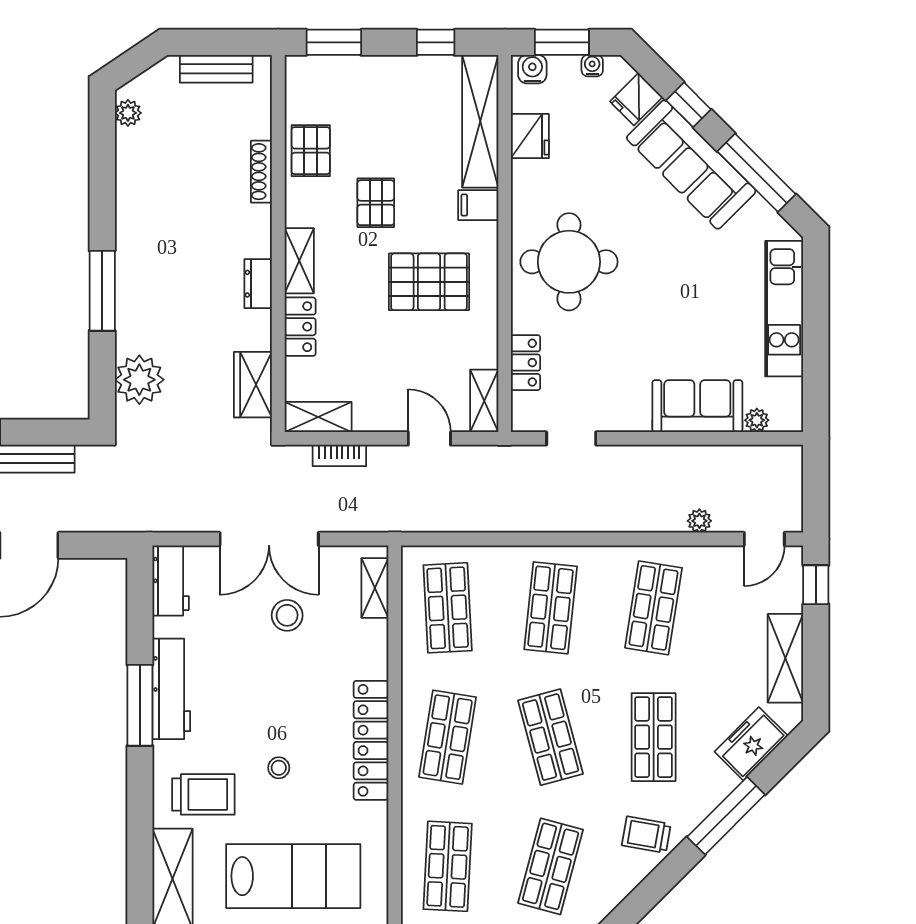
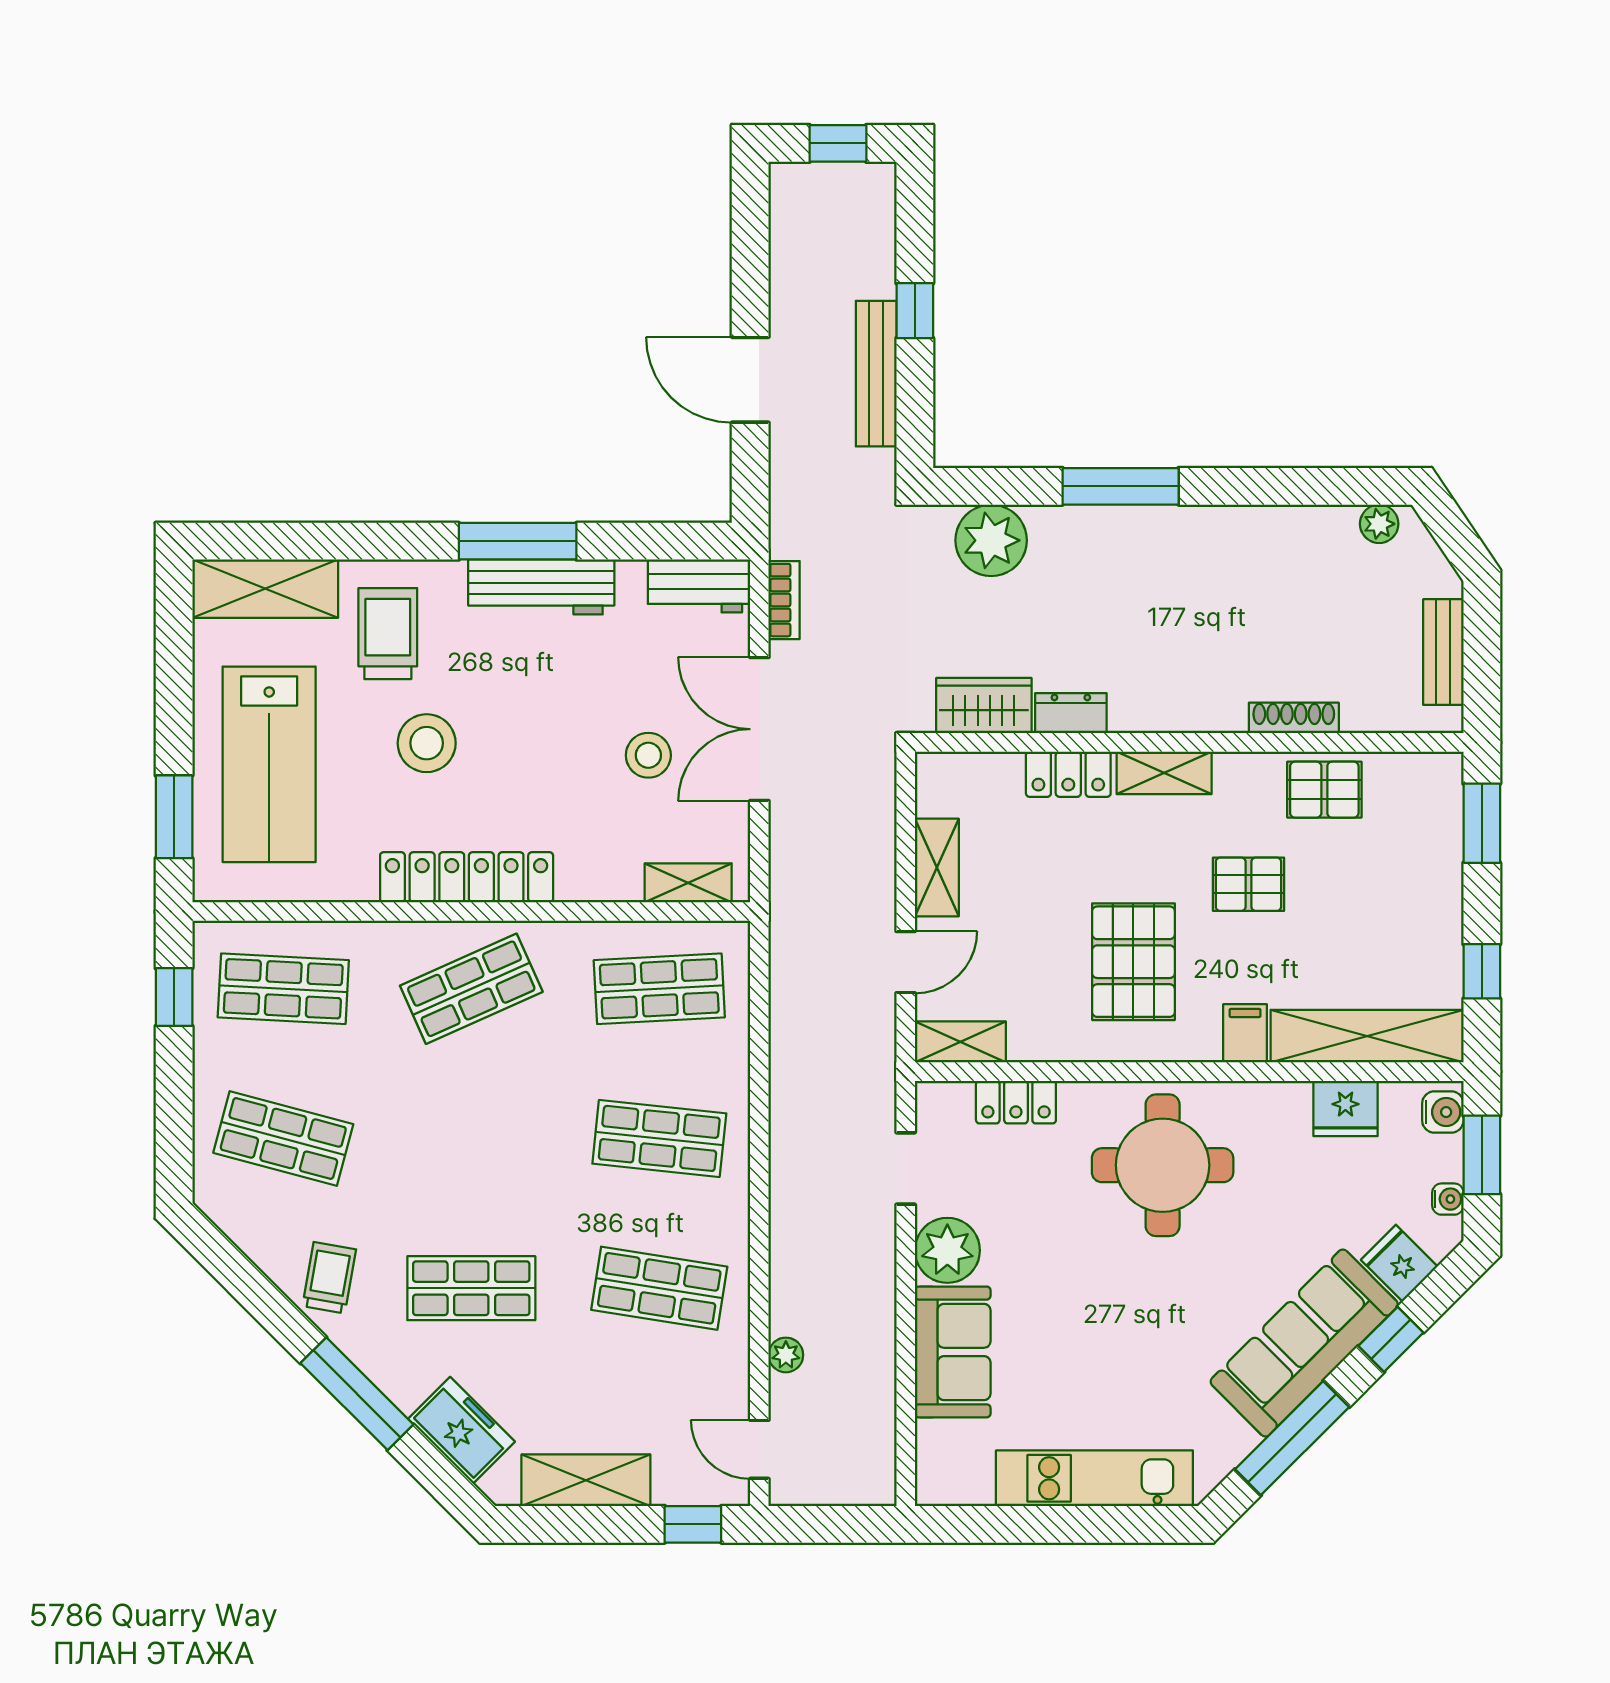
dresser: (258, 284) -> (1071, 713), moved
shelving: (318, 417) -> (937, 867), moved
plant: (757, 420) -> (947, 1250), moved, width x1.88, depth x1.88
bookcase: (339, 455) -> (784, 600), moved, turned 180
shop shelf: (448, 737) -> (471, 989), turned -33
shop shelf: (551, 737) -> (471, 1138), removed
stool: (279, 768) -> (427, 743), width x1.89, depth x1.89
trolley: (203, 794) -> (388, 634), turned 180

